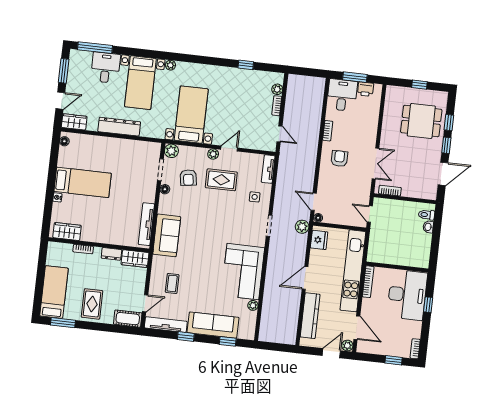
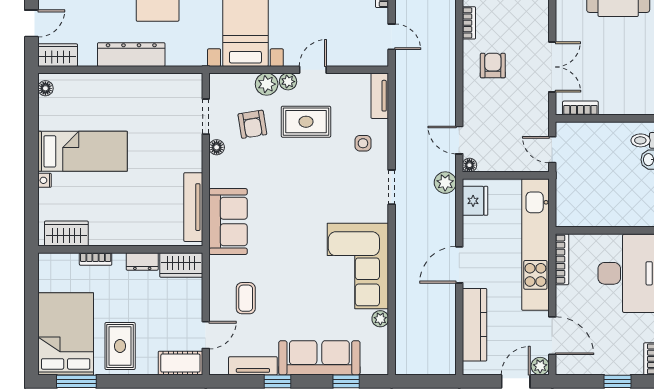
plant: (171, 151) -> (267, 84), moved
bed: (54, 292) -> (66, 334), width x1.50
tv unit: (166, 325) -> (253, 366), width x0.71

